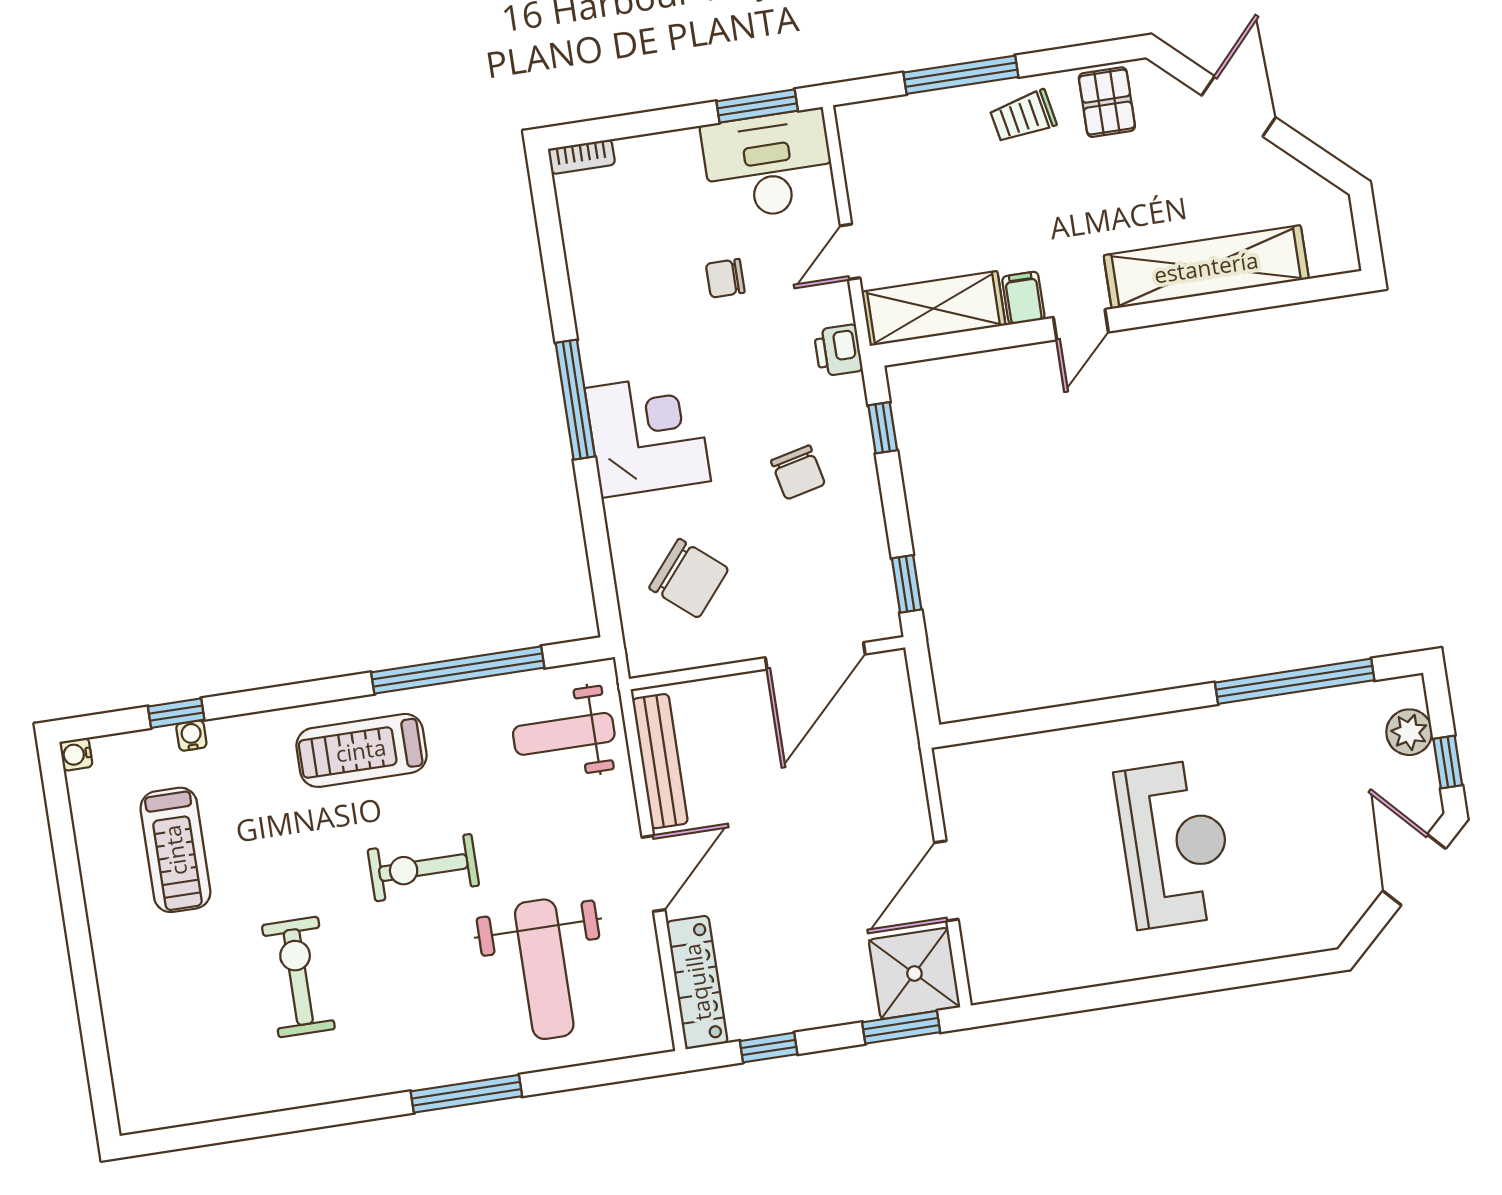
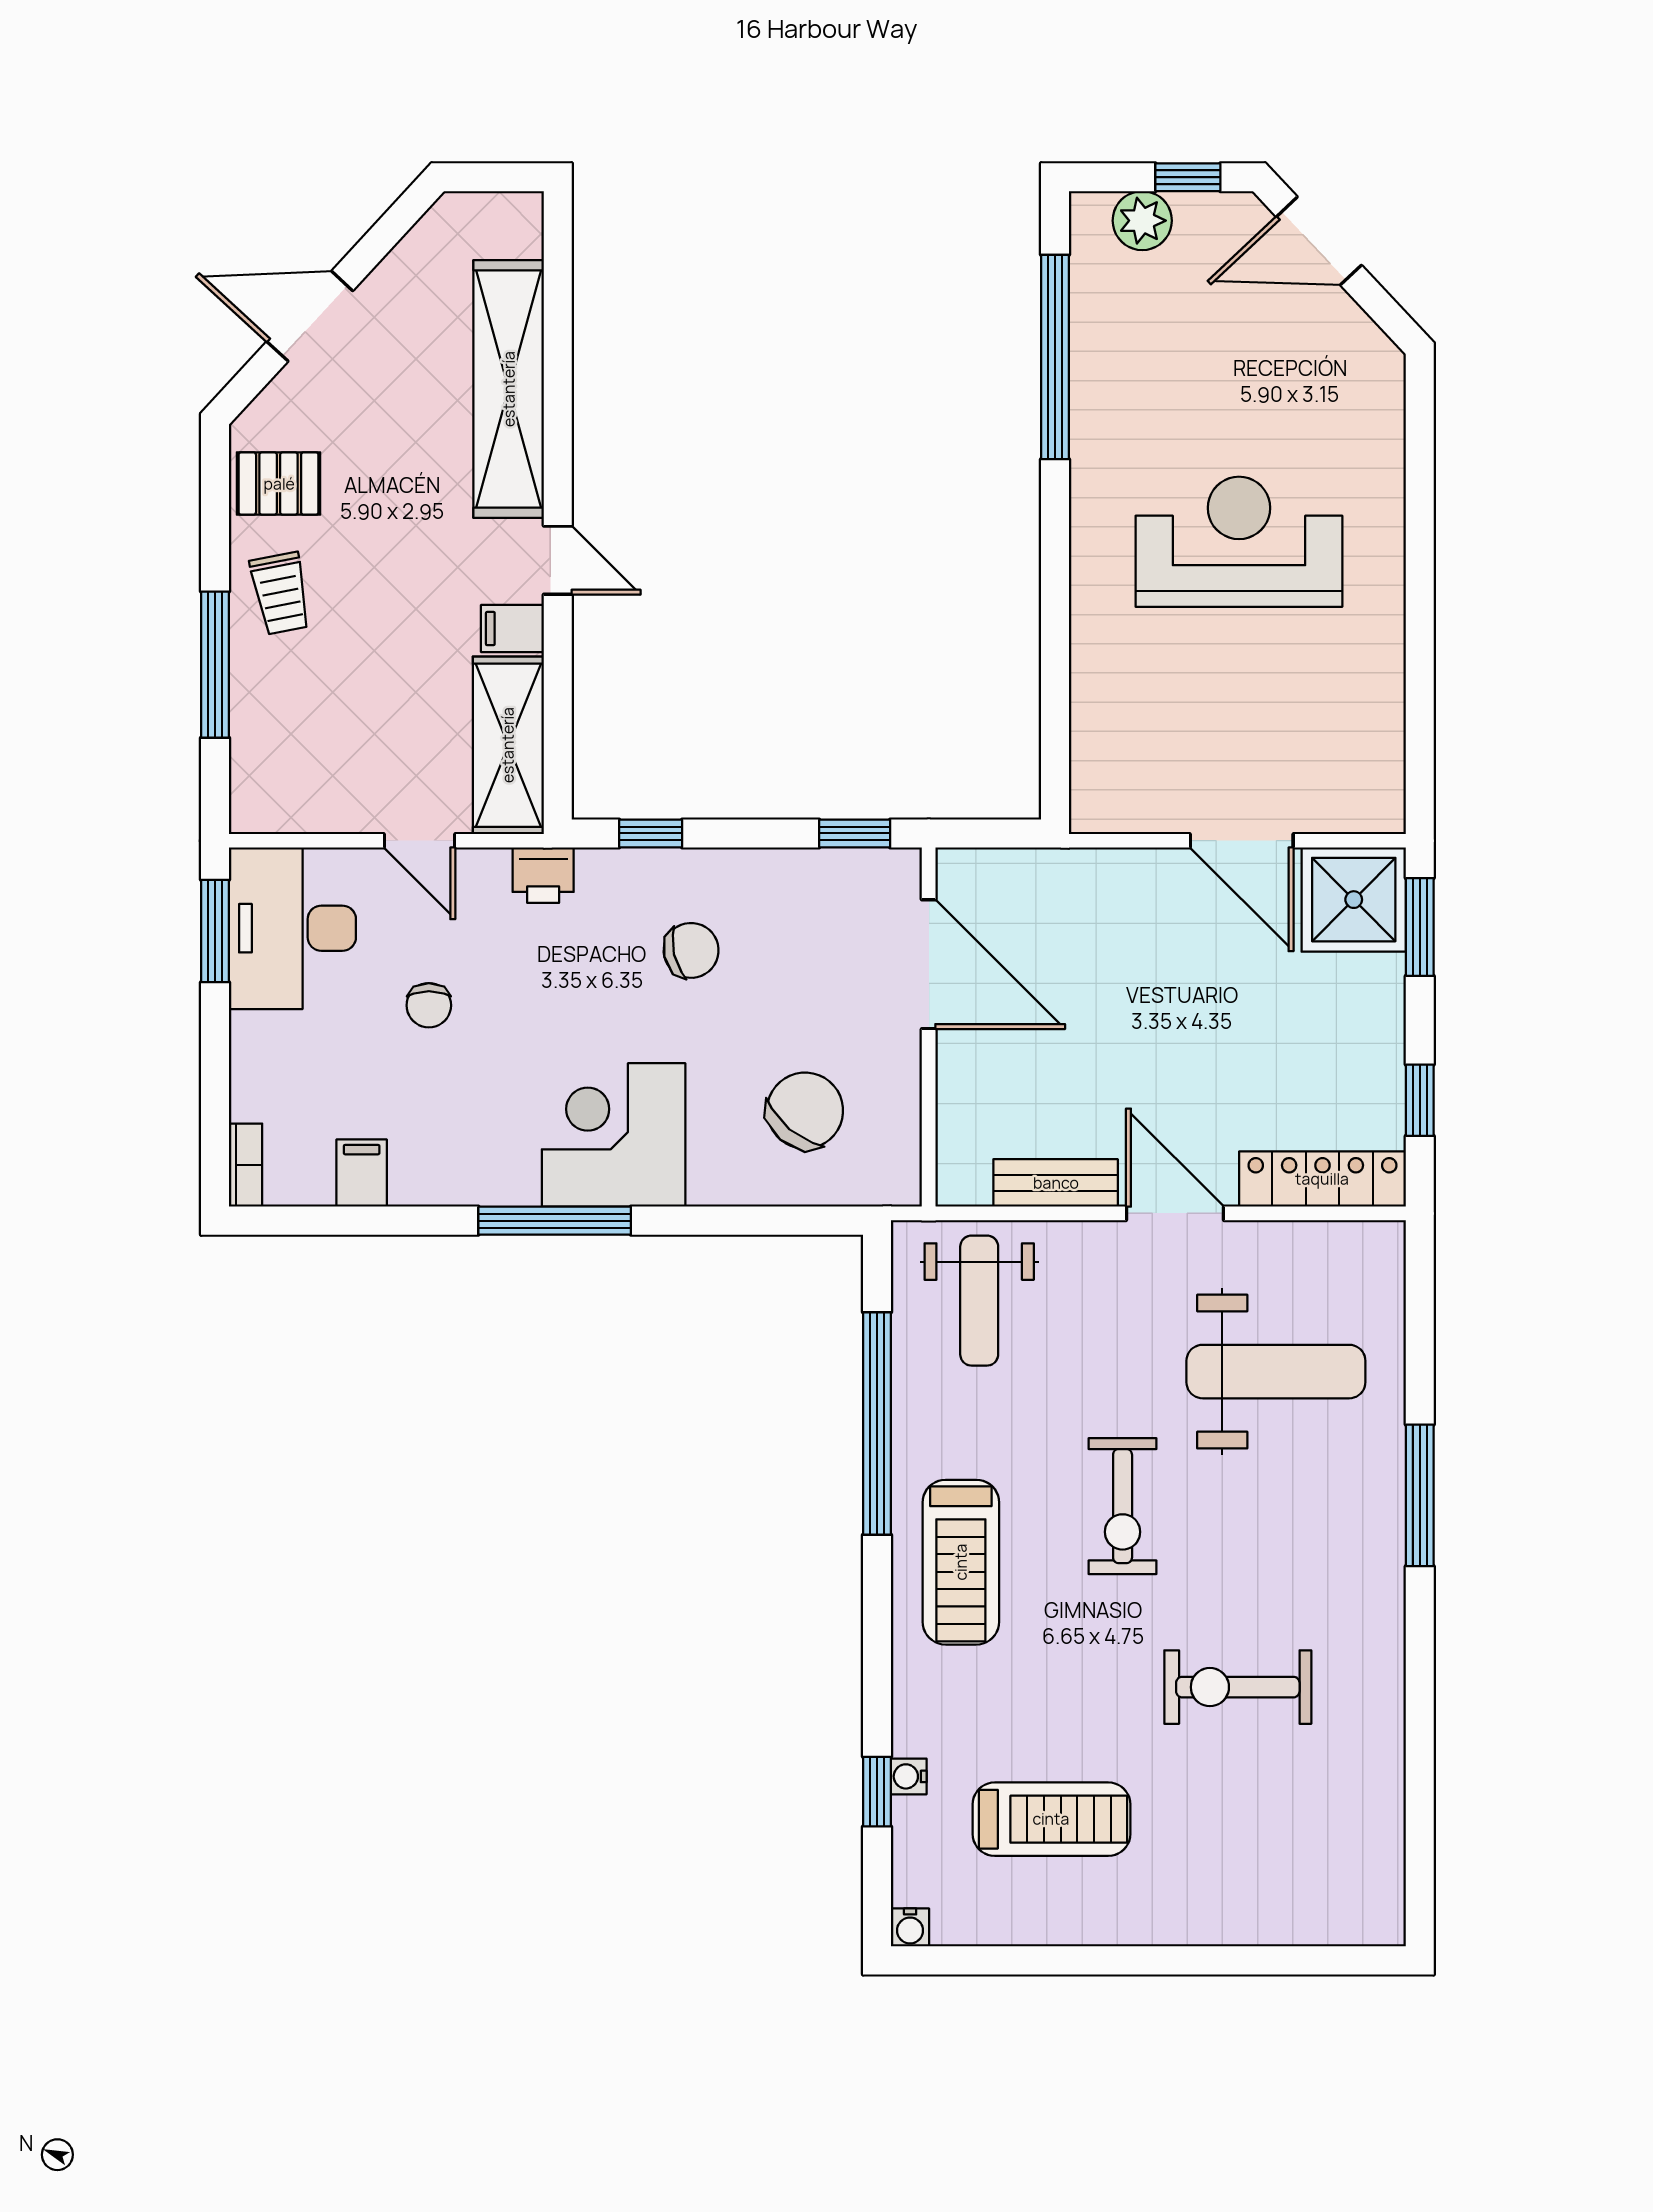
filing cabinet: (589, 246) -> (362, 1173), added
bench: (660, 761) -> (1056, 1183), width x0.73

